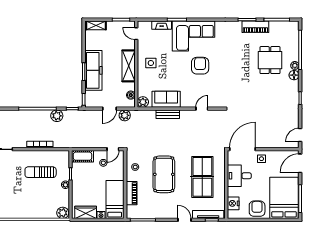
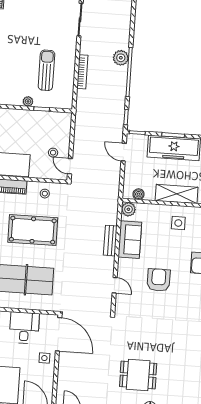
dining table: (270, 60) -> (138, 375), moved
armchair: (200, 66) -> (159, 280), moved, turned -90
door: (110, 109) -> (124, 152), moved
plant: (125, 115) -> (113, 184), removed
plant: (57, 116) -> (121, 58), moved
cot: (83, 156) -> (63, 126), removed

